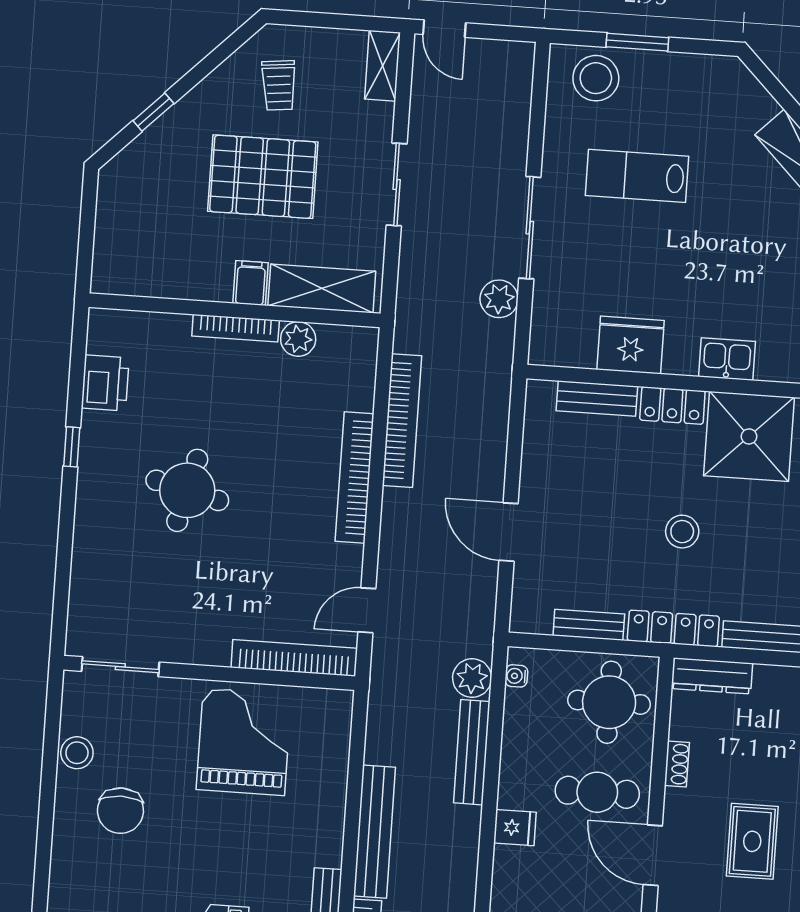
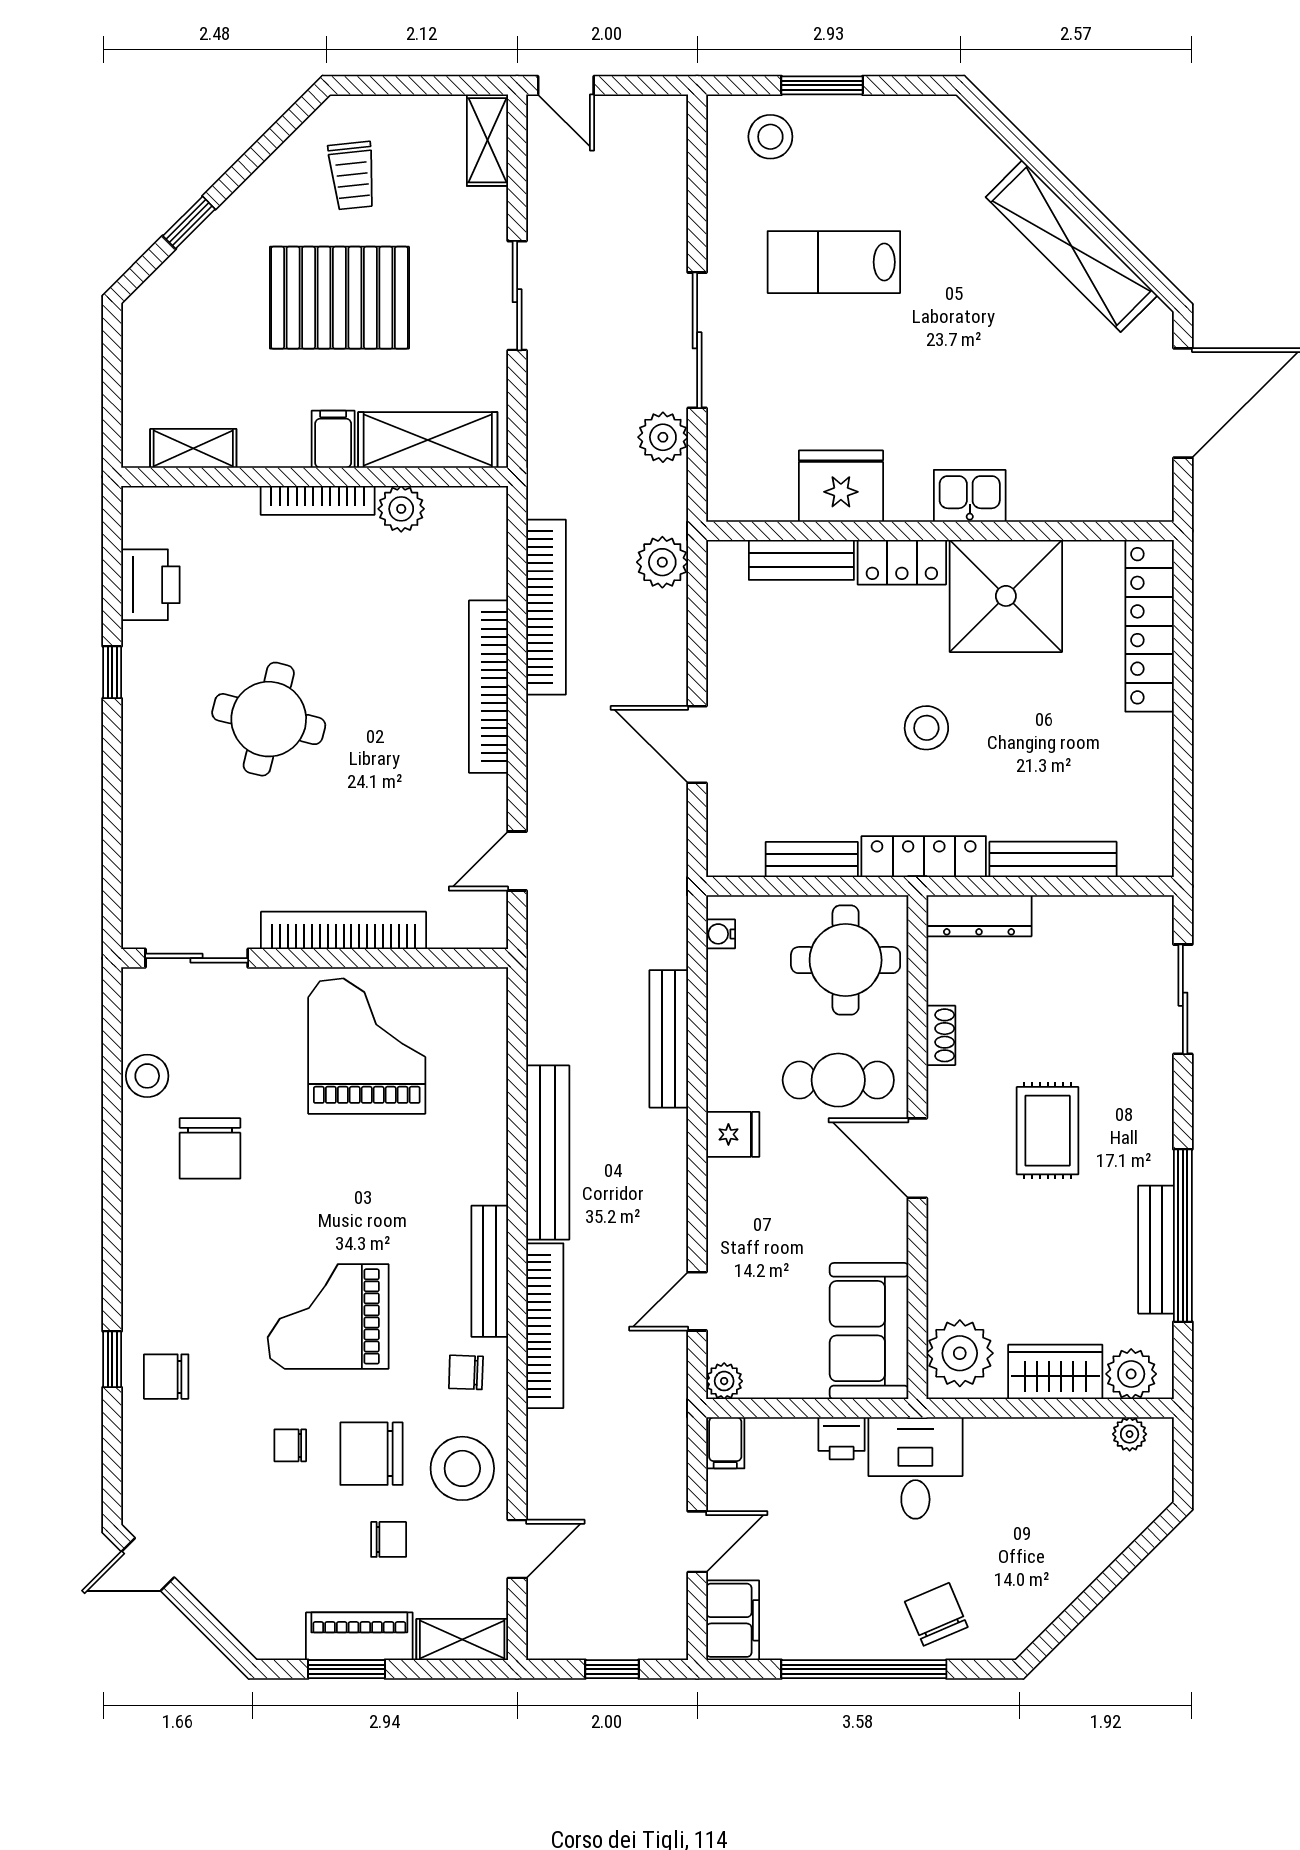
stool: (596, 78) -> (770, 137), width x0.73, depth x0.73
shelving: (145, 282) -> (193, 448), added
bookcase: (294, 658) -> (344, 930), moved
plant: (472, 678) -> (662, 562), moved

